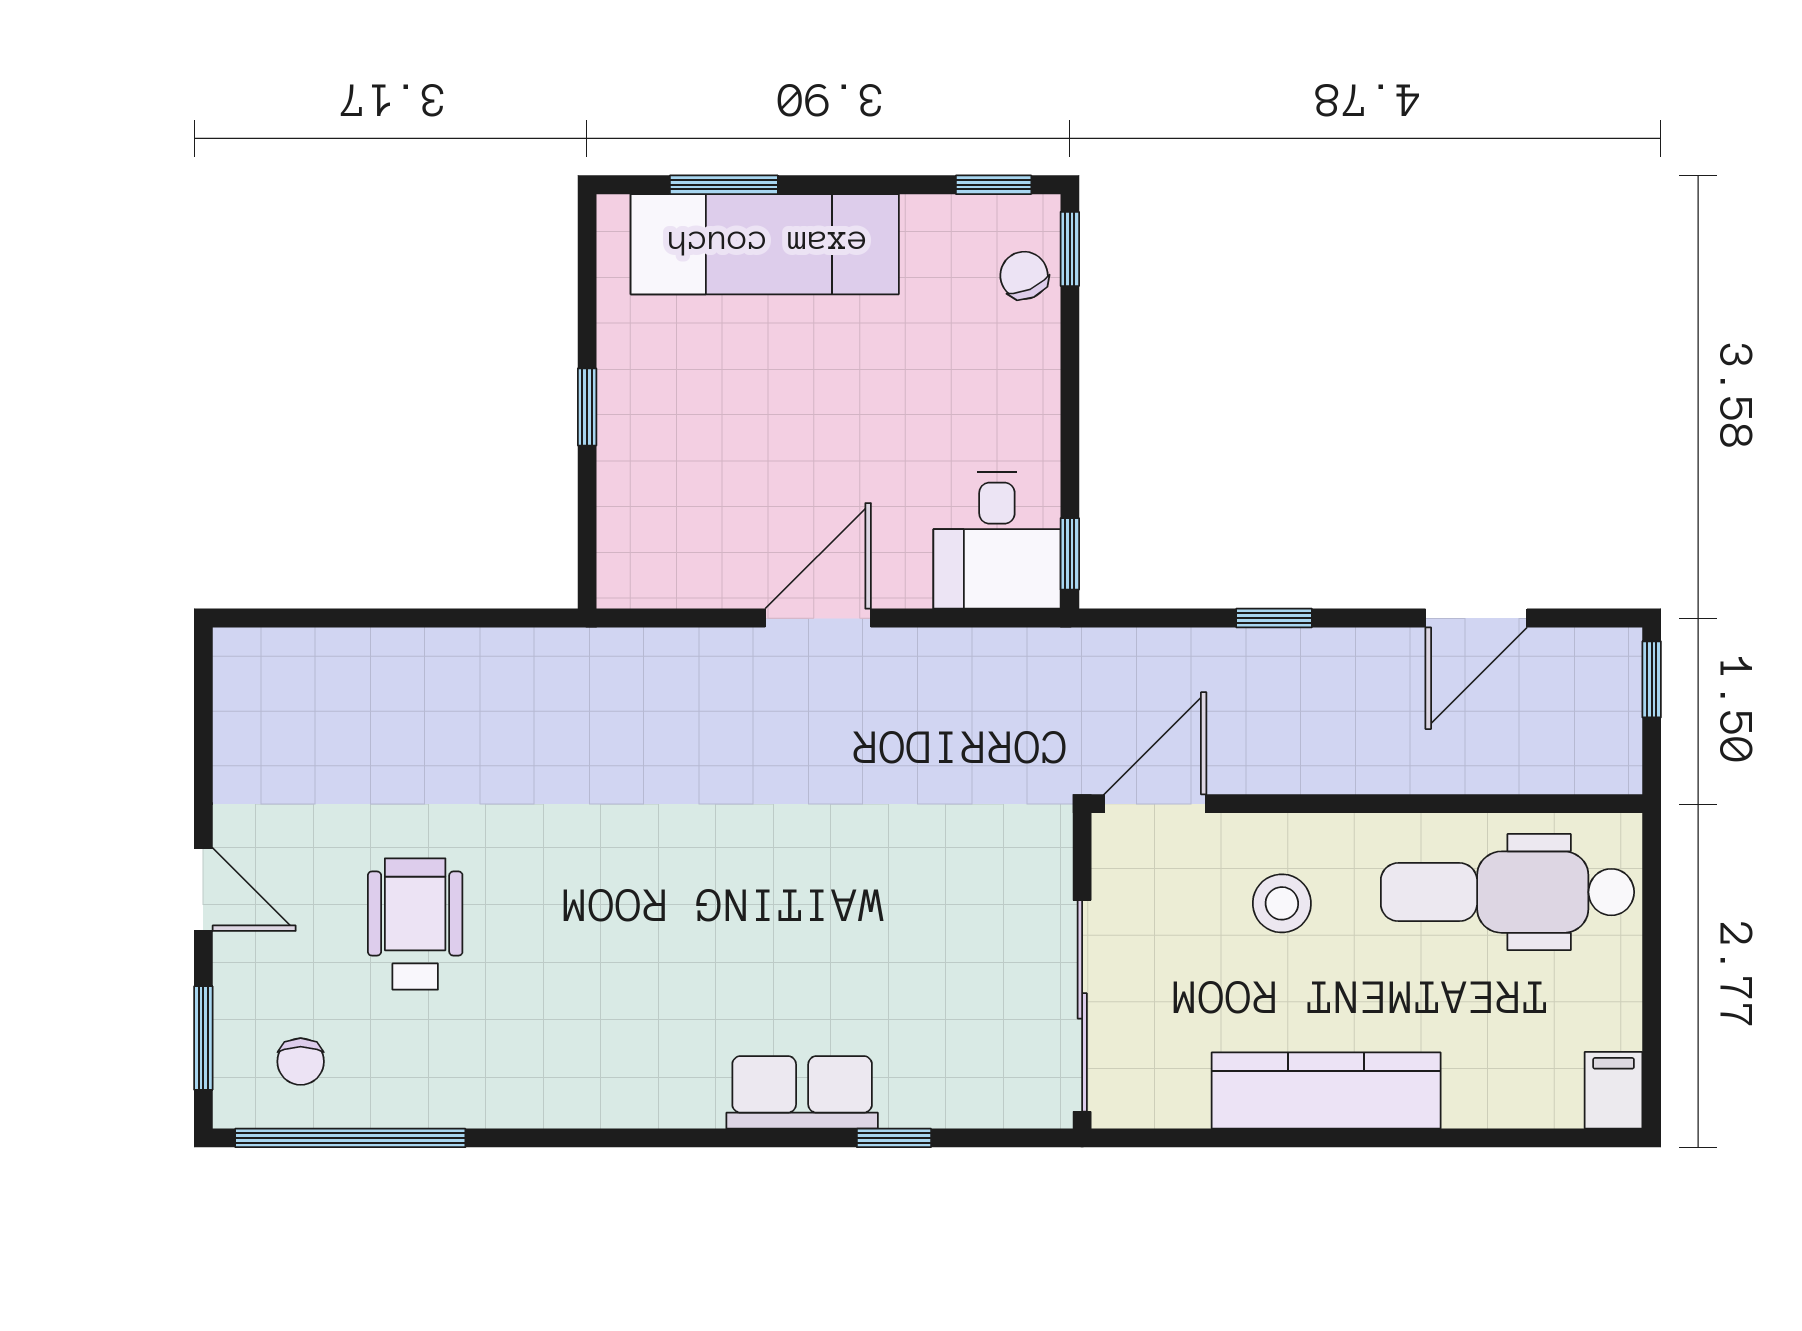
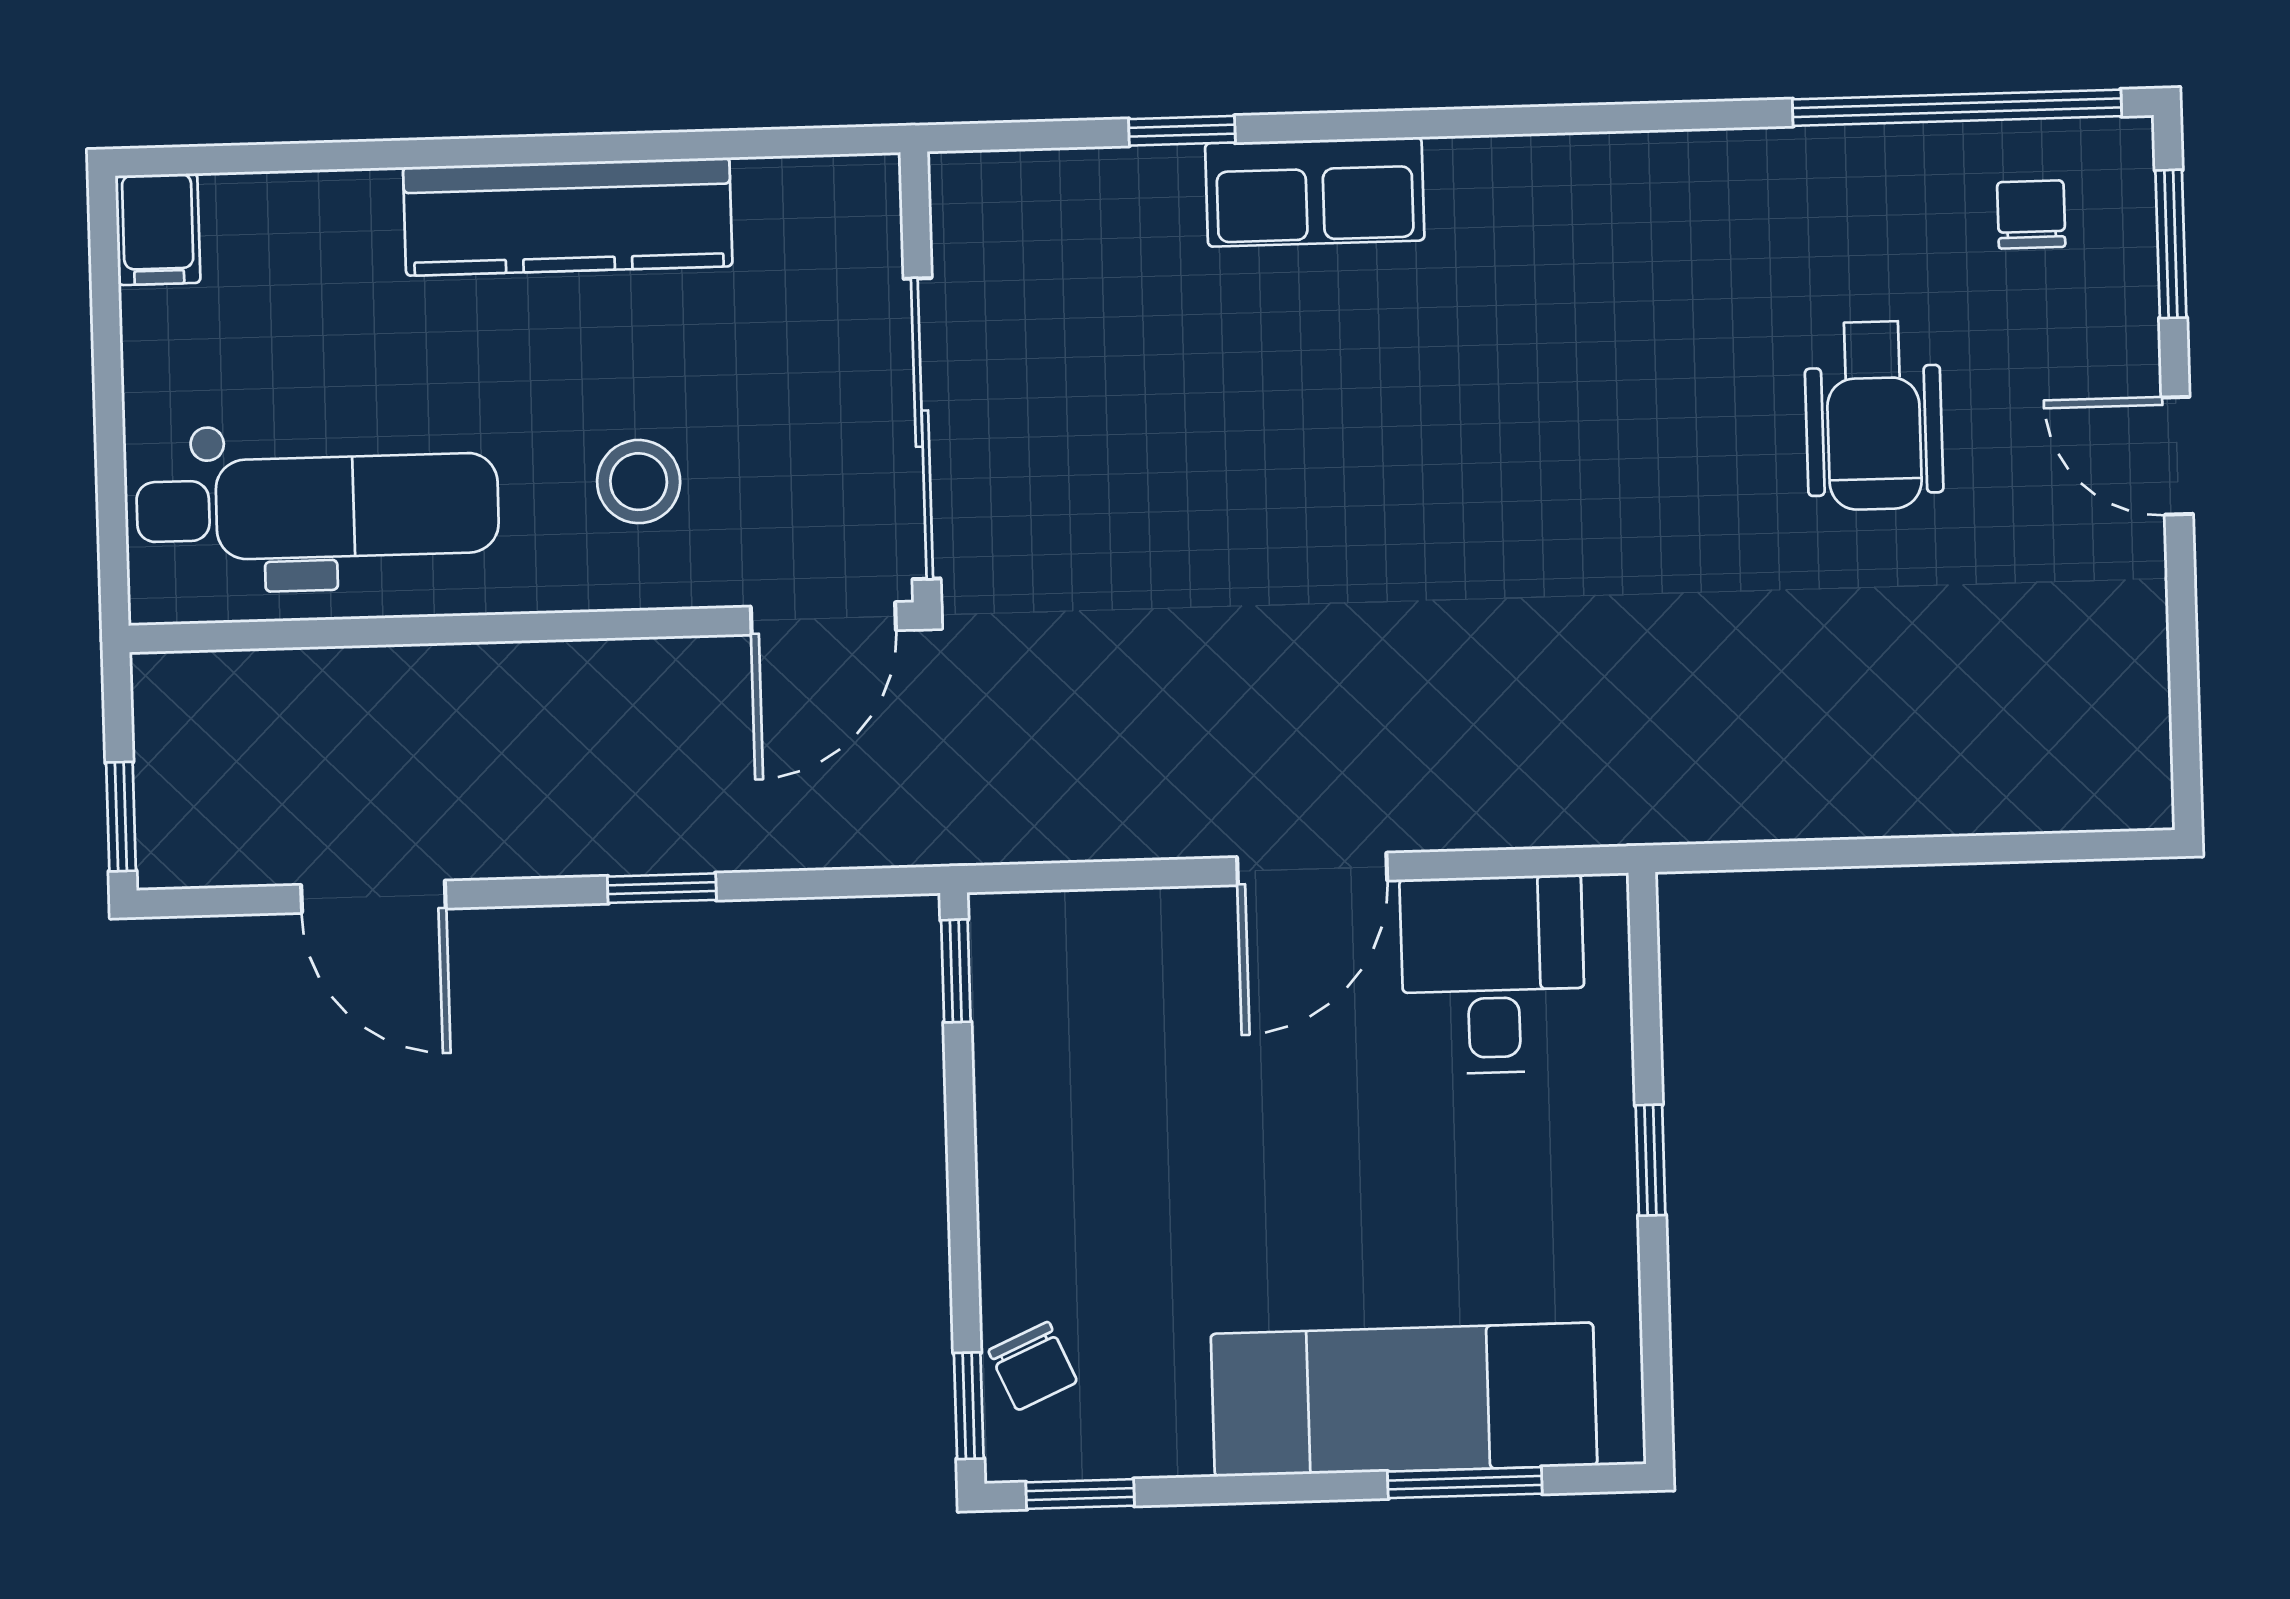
desk: (997, 540) -> (1493, 975), moved
door: (1476, 618) -> (373, 897), swing flipped
sliding door: (1082, 1006) -> (922, 429), moved

